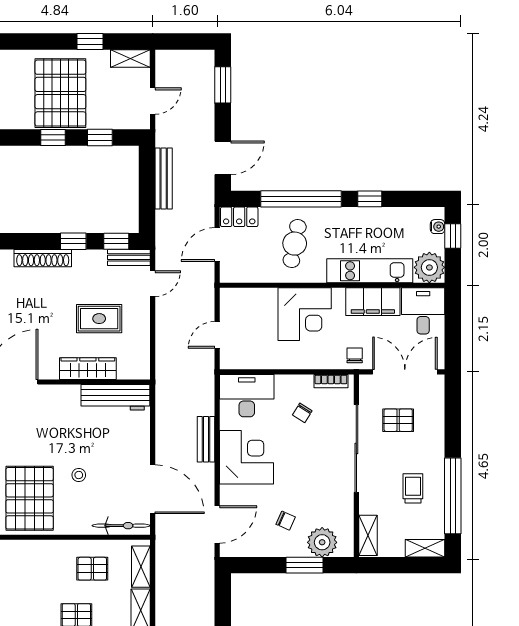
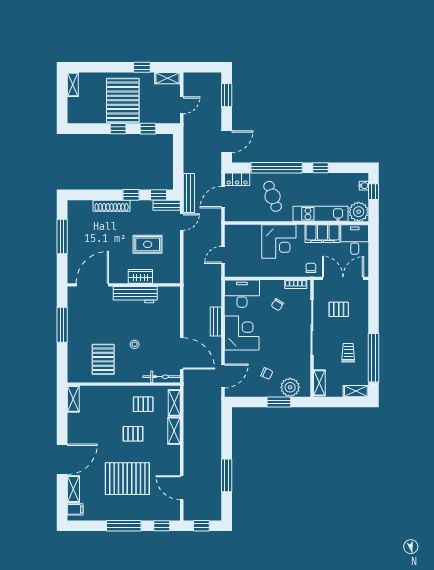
bench: (164, 179) -> (189, 193), moved
cafe table: (295, 244) -> (273, 196), turned -30
wardrobe: (88, 369) -> (140, 276), width x0.67
workbench: (115, 397) -> (135, 295), moved
pallet: (30, 498) -> (103, 359), width x0.73, depth x0.71

